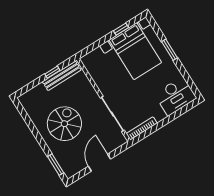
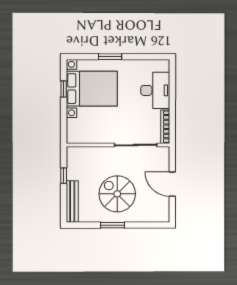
bench: (62, 76) -> (72, 202), moved
desk: (175, 96) -> (155, 90), moved
window: (56, 165) -> (113, 225), moved

